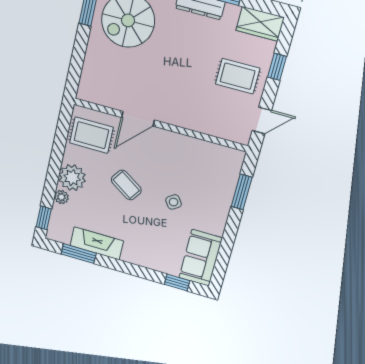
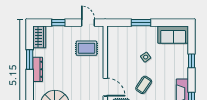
rug: (238, 76) -> (86, 48), moved, turned 90
window: (242, 192) -> (141, 23), moved
window: (177, 282) -> (192, 61), moved

